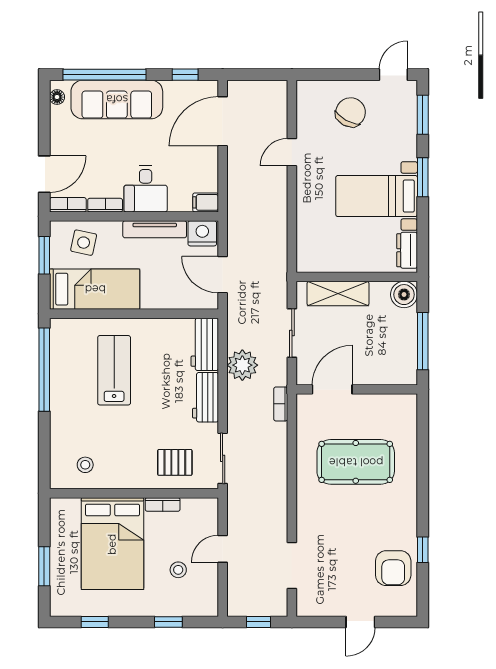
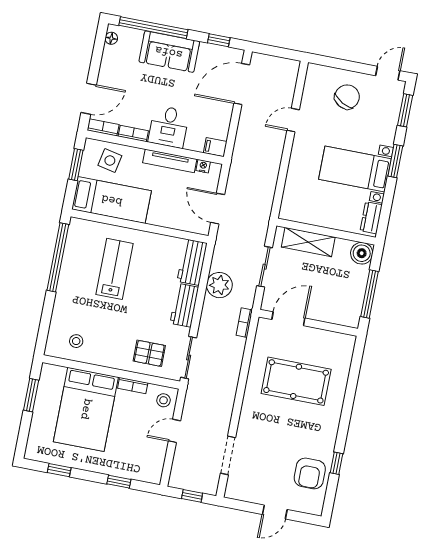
sofa: (117, 99) -> (169, 52), width x0.73
nightstand: (202, 233) -> (203, 166), width x0.53, depth x0.56
window: (44, 566) -> (31, 395), moved
stool: (178, 570) -> (163, 400), moved

